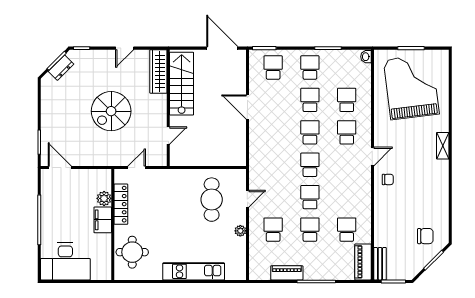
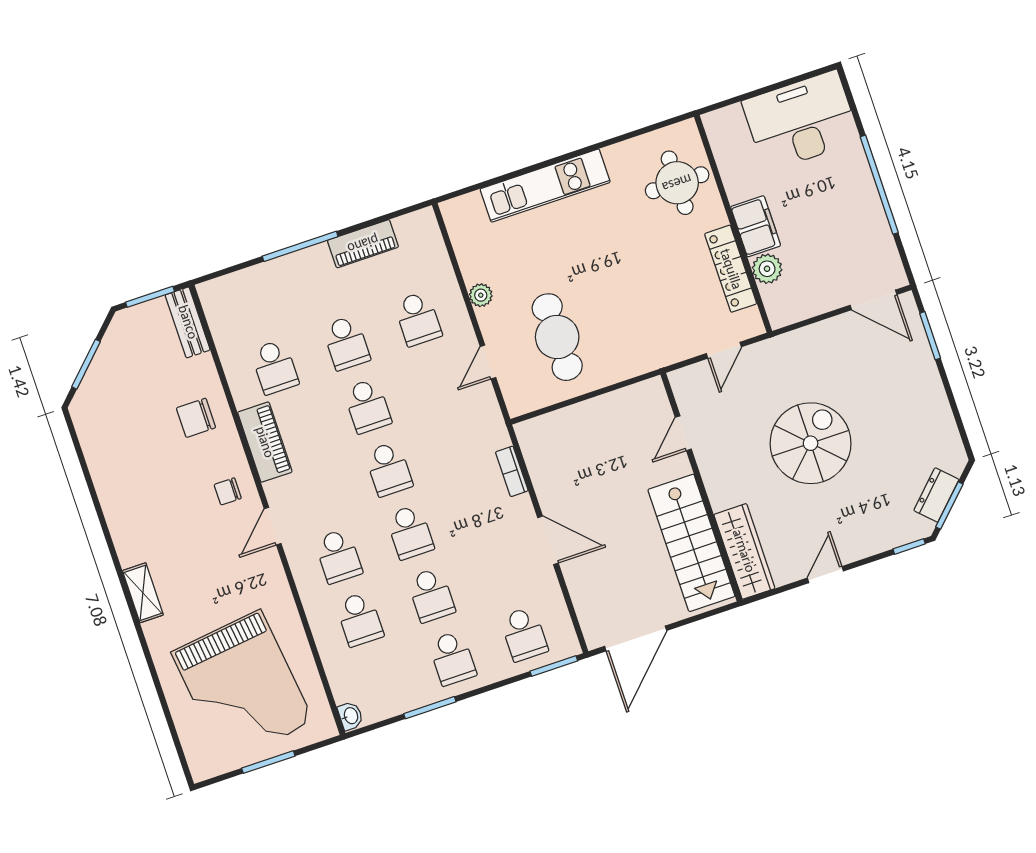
door: (222, 48) -> (636, 638), hinge flipped
bookcase: (253, 145) -> (512, 471), added
chair: (425, 236) -> (196, 418), moved
piano: (363, 262) -> (265, 442), moved

